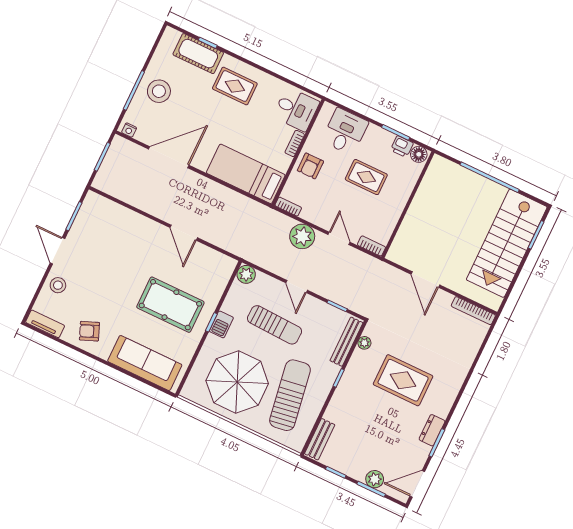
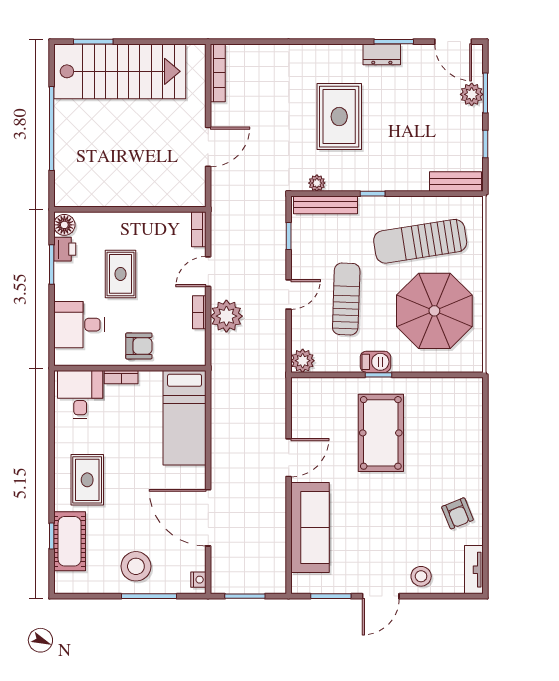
bookcase: (288, 207) -> (199, 312), moved
sofa: (145, 363) -> (310, 527), moved, turned 180

